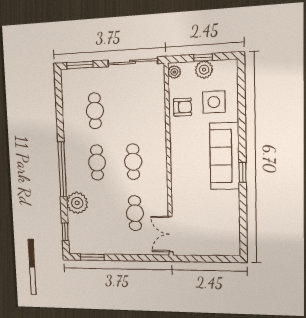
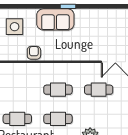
armchair: (183, 107) -> (34, 53), moved
sofa: (225, 156) -> (55, 19), width x0.73

